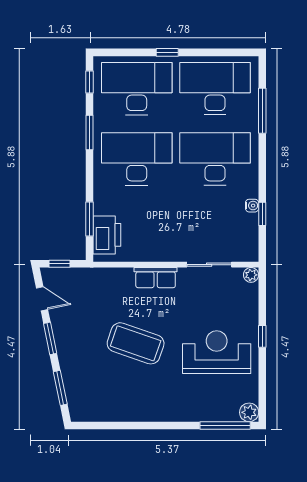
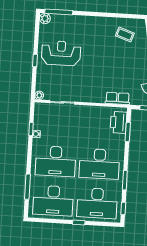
row of seats: (156, 278) -> (118, 98), moved
coffee table: (136, 343) -> (125, 34), moved, width x0.54, depth x0.58
reception desk: (217, 352) -> (61, 53), turned 180

